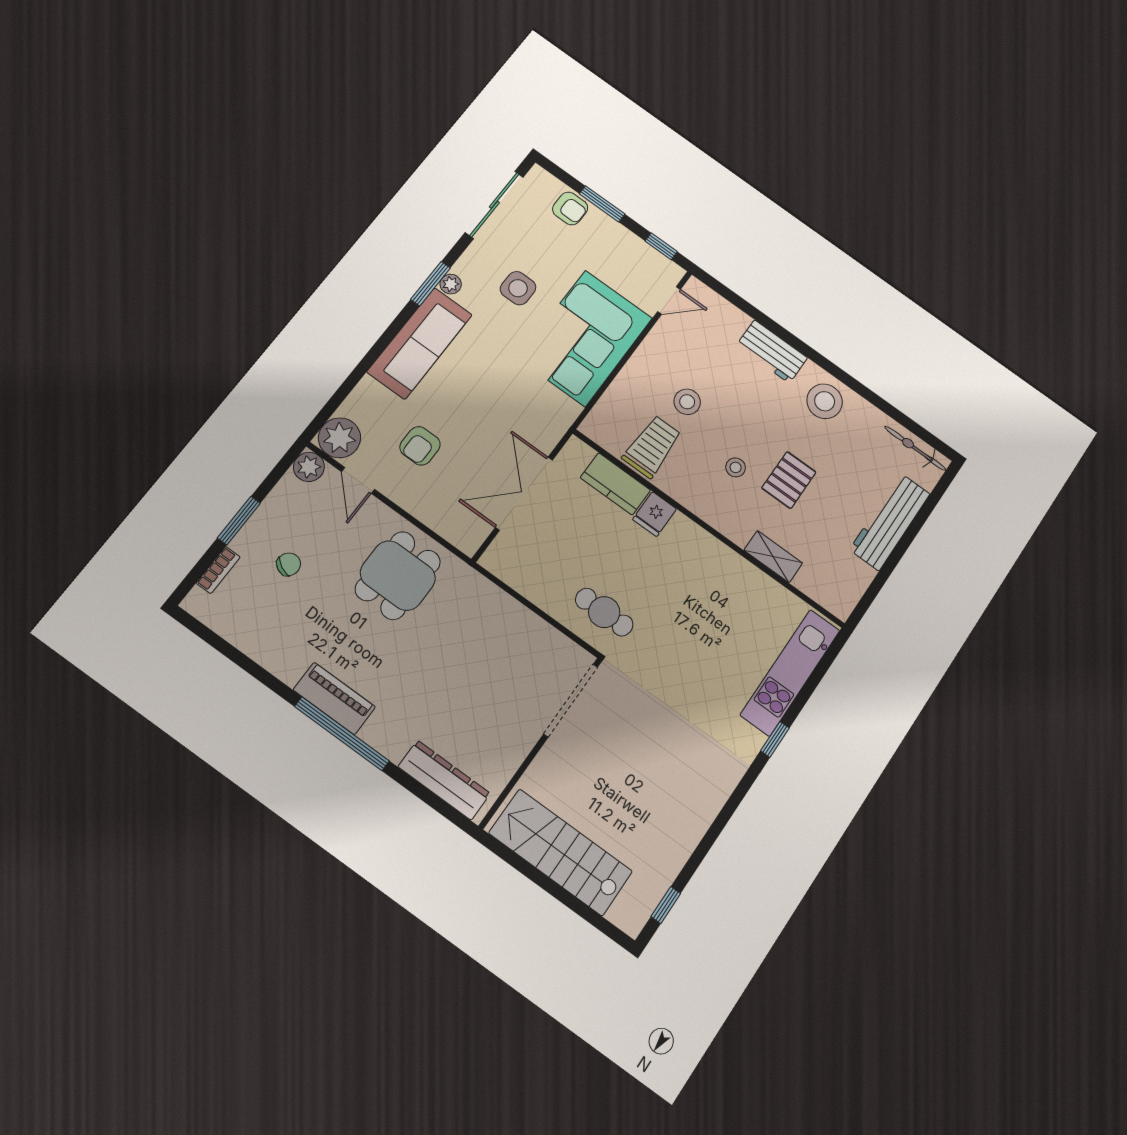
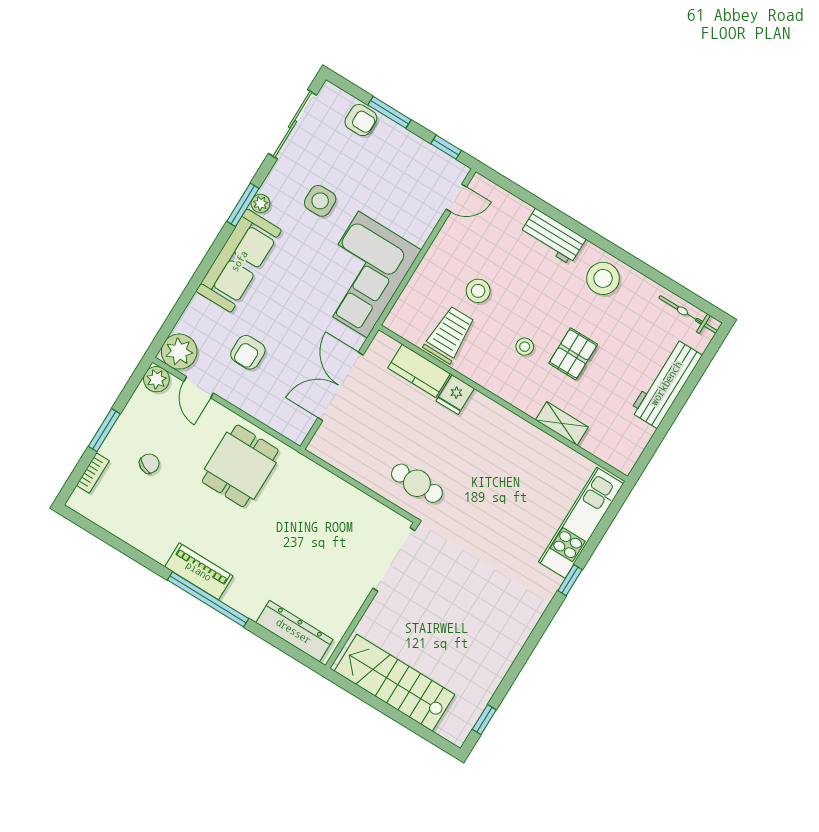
corner sofa: (585, 338) -> (363, 275), moved

